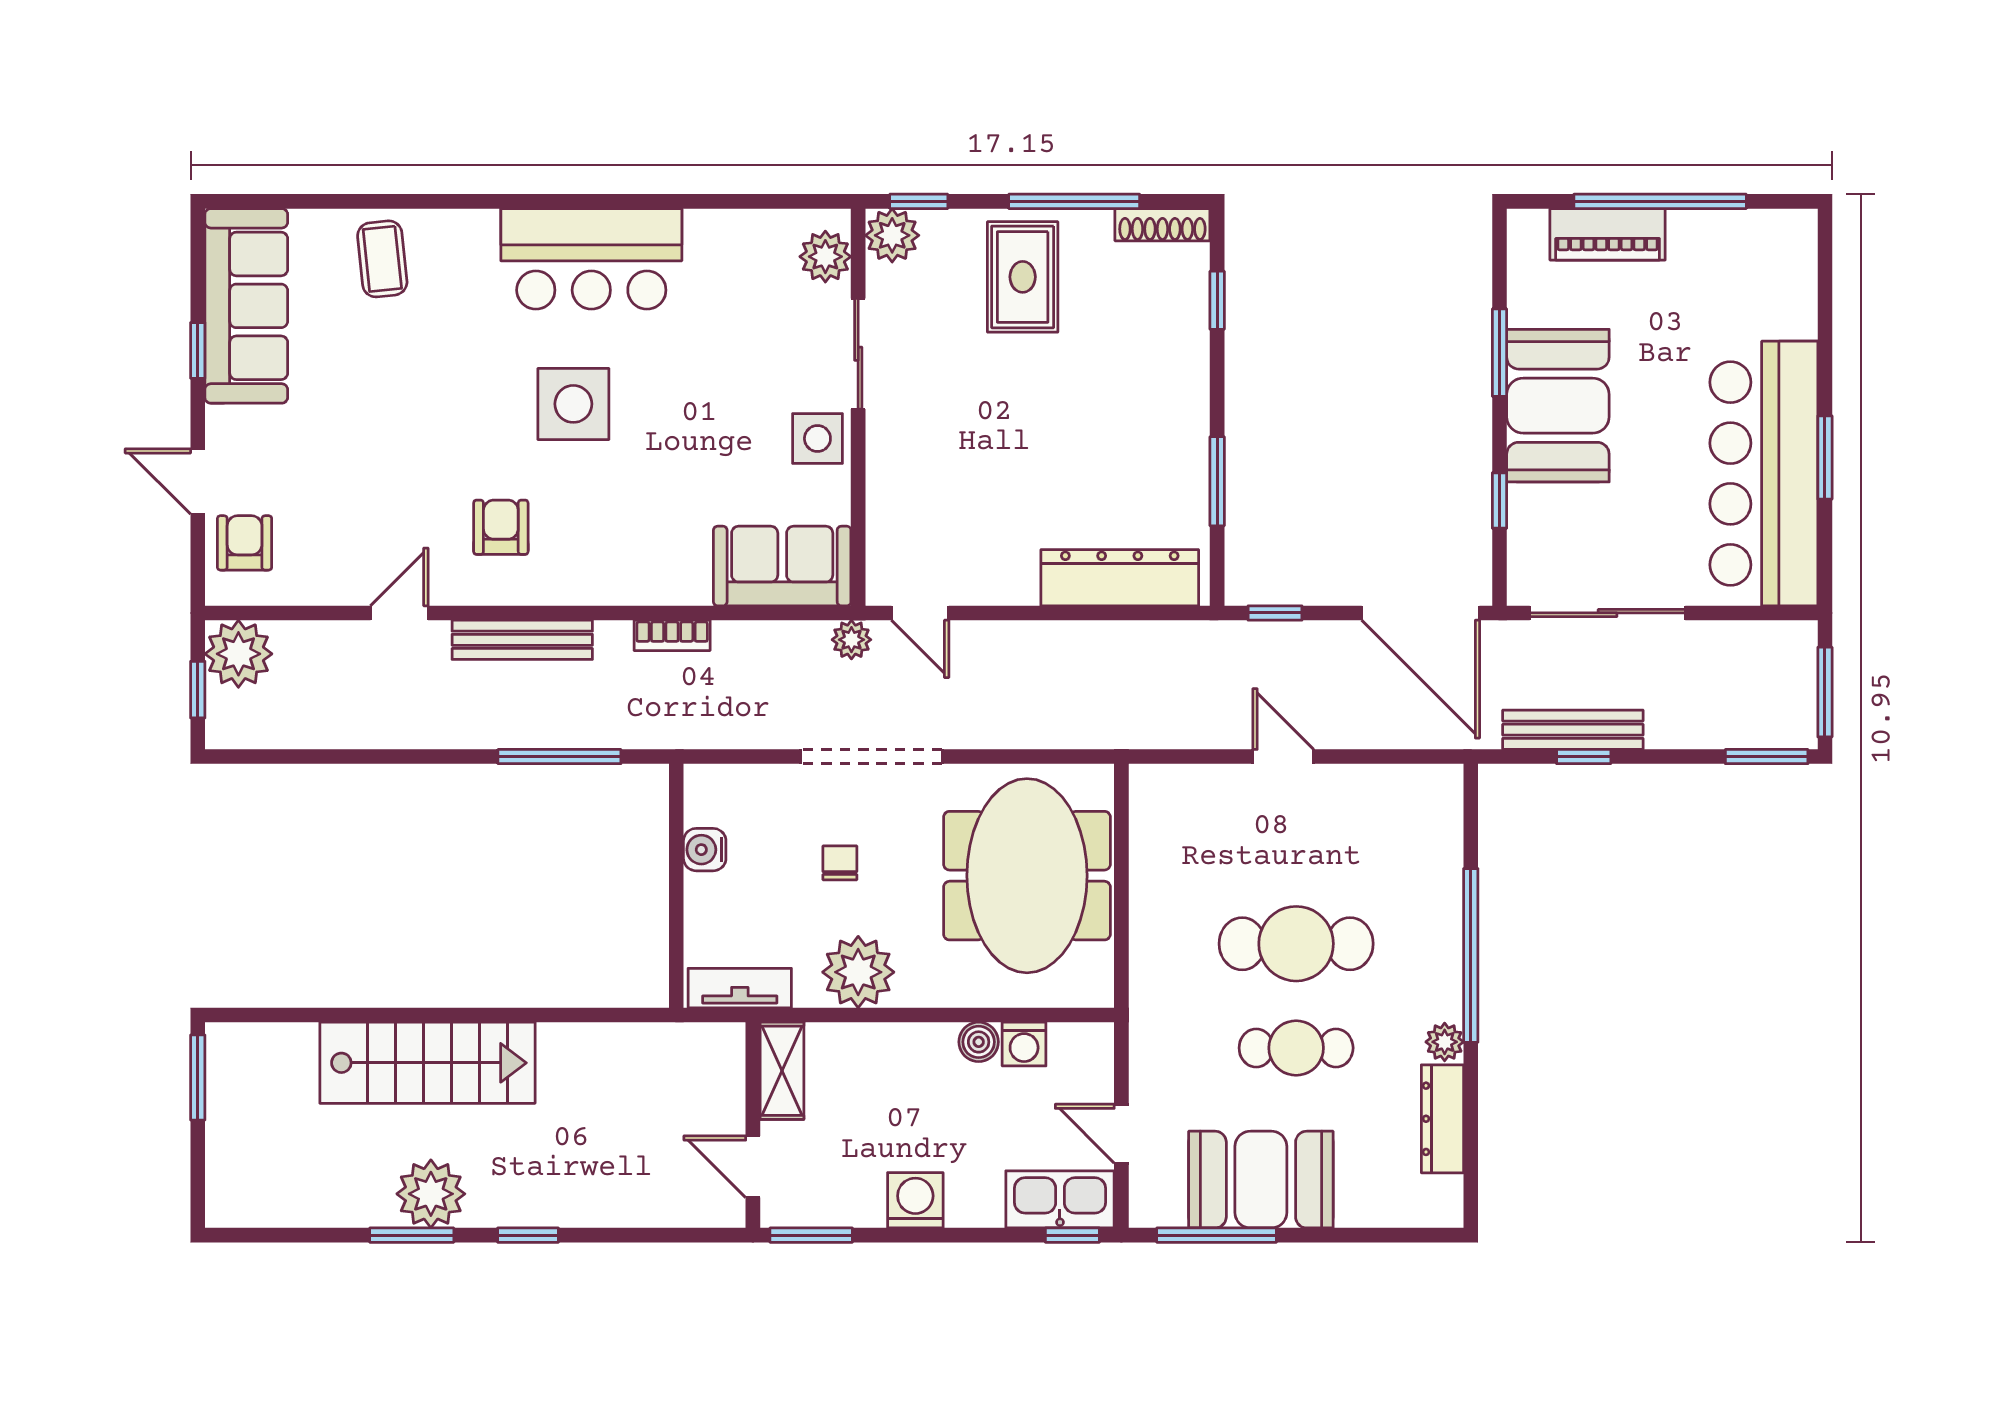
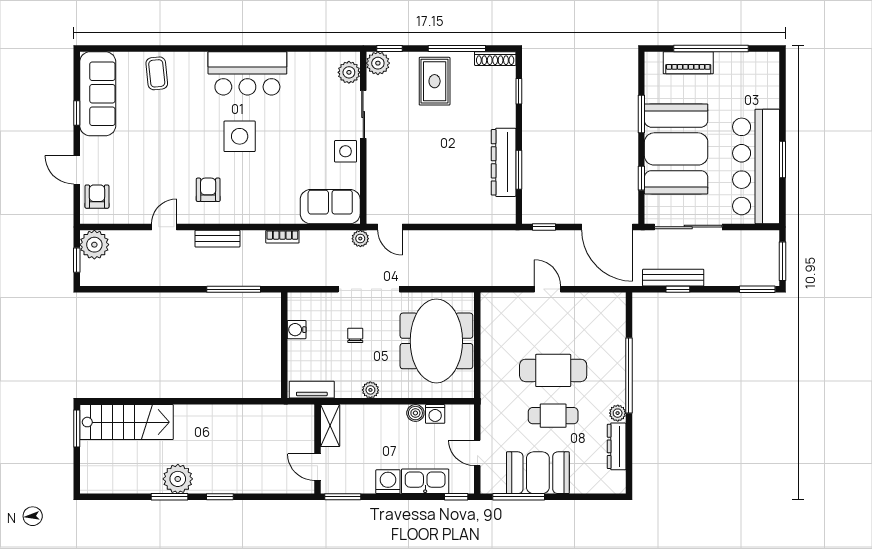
booth: (1558, 406) -> (676, 149), width x1.36, depth x1.42
dresser: (1120, 578) -> (504, 162), moved, turned -90
bench: (522, 640) -> (217, 239), width x0.73
plant: (858, 972) -> (370, 390), width x0.53, depth x0.53
stairs: (427, 1063) -> (126, 422), moved
kitchen sink: (1060, 1199) -> (425, 481), moved

